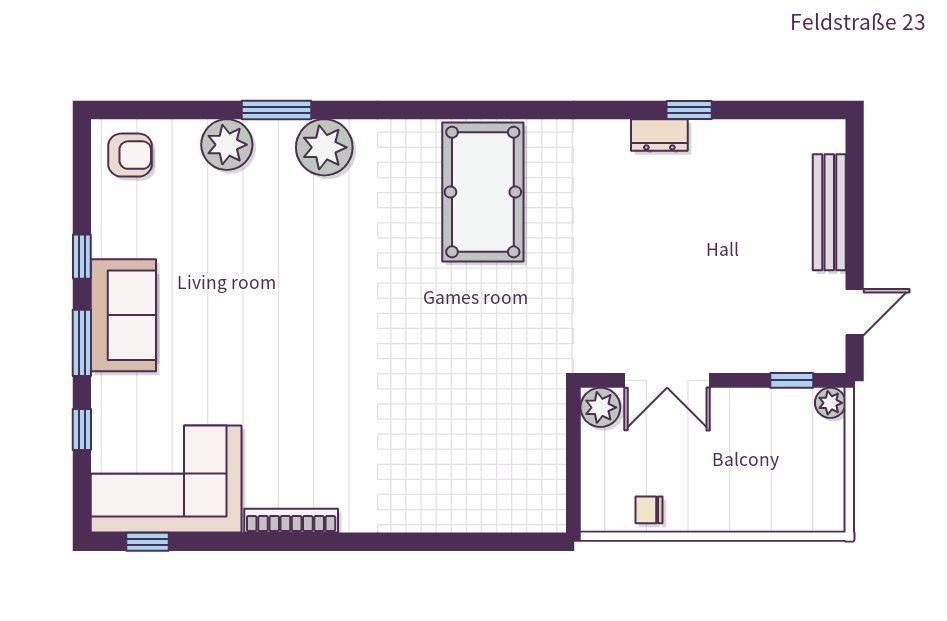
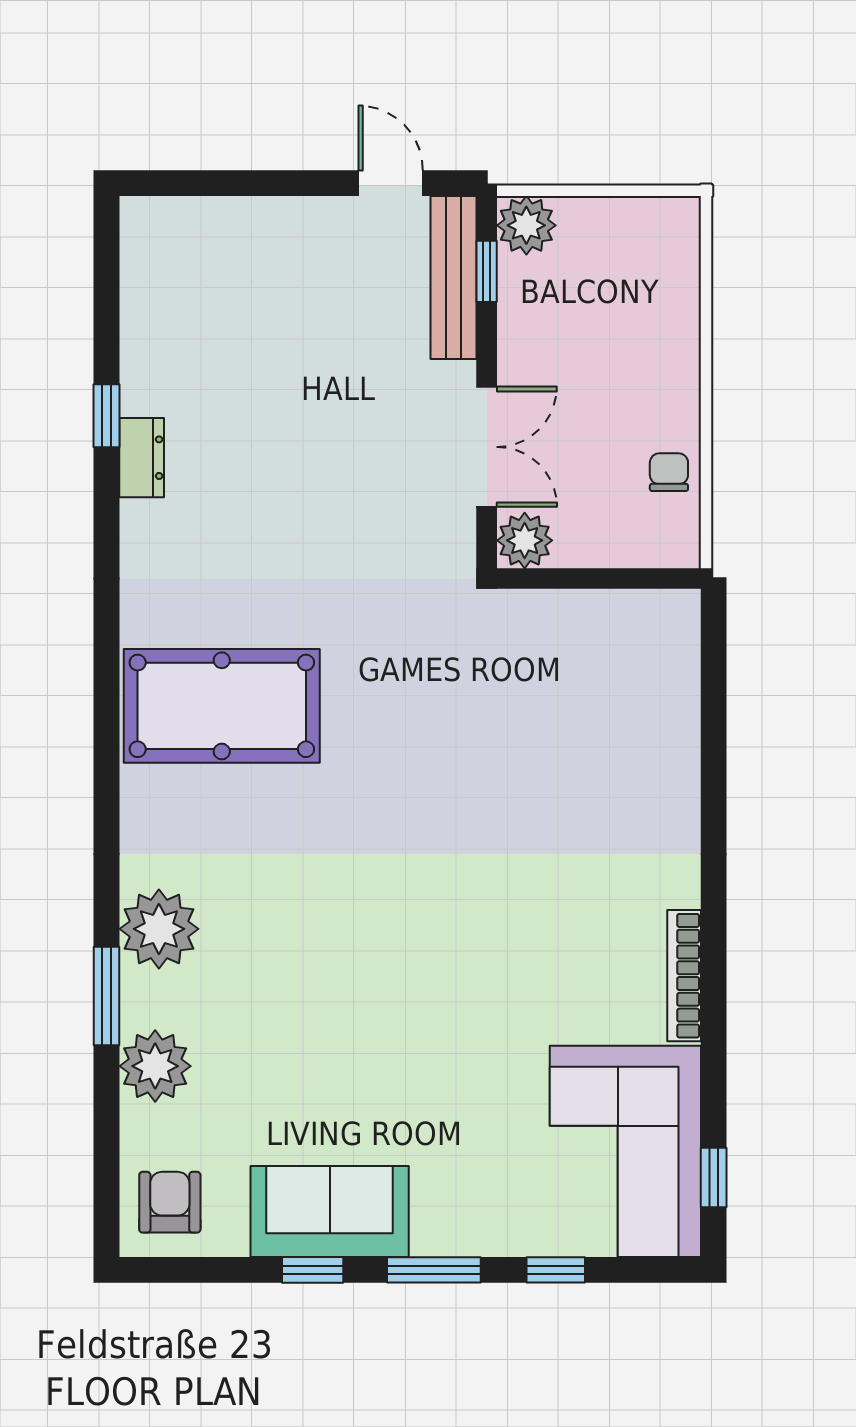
bench: (829, 212) -> (454, 278), moved, turned 90
sofa: (123, 315) -> (330, 1212), moved
plant: (830, 403) -> (526, 225), width x1.38, depth x1.38
chair: (649, 510) -> (669, 472), turned 180

